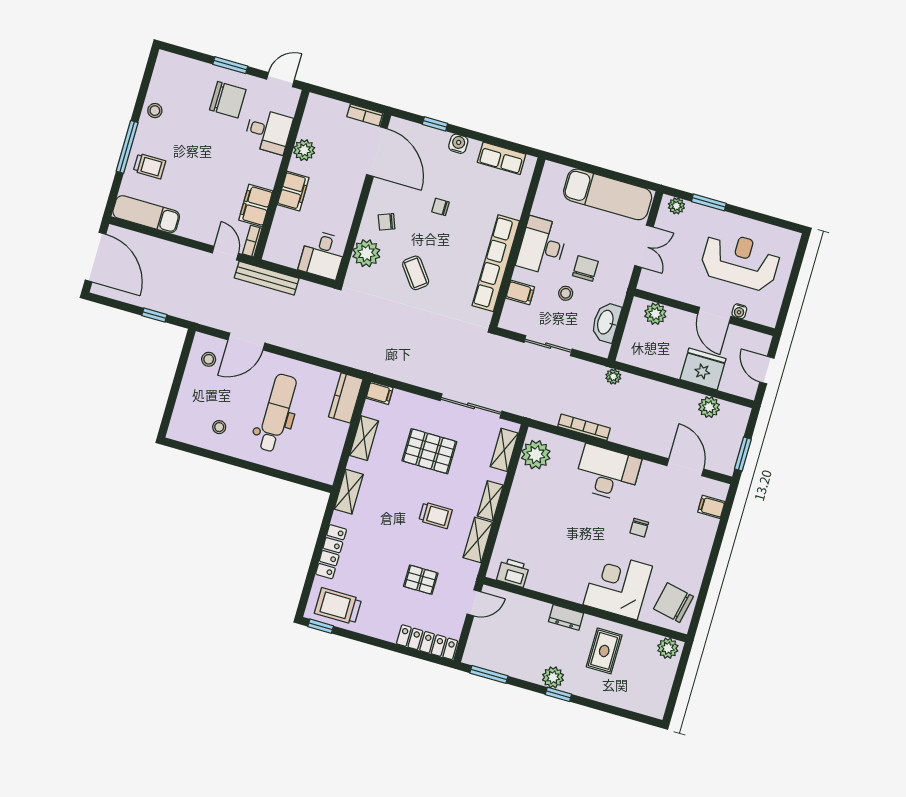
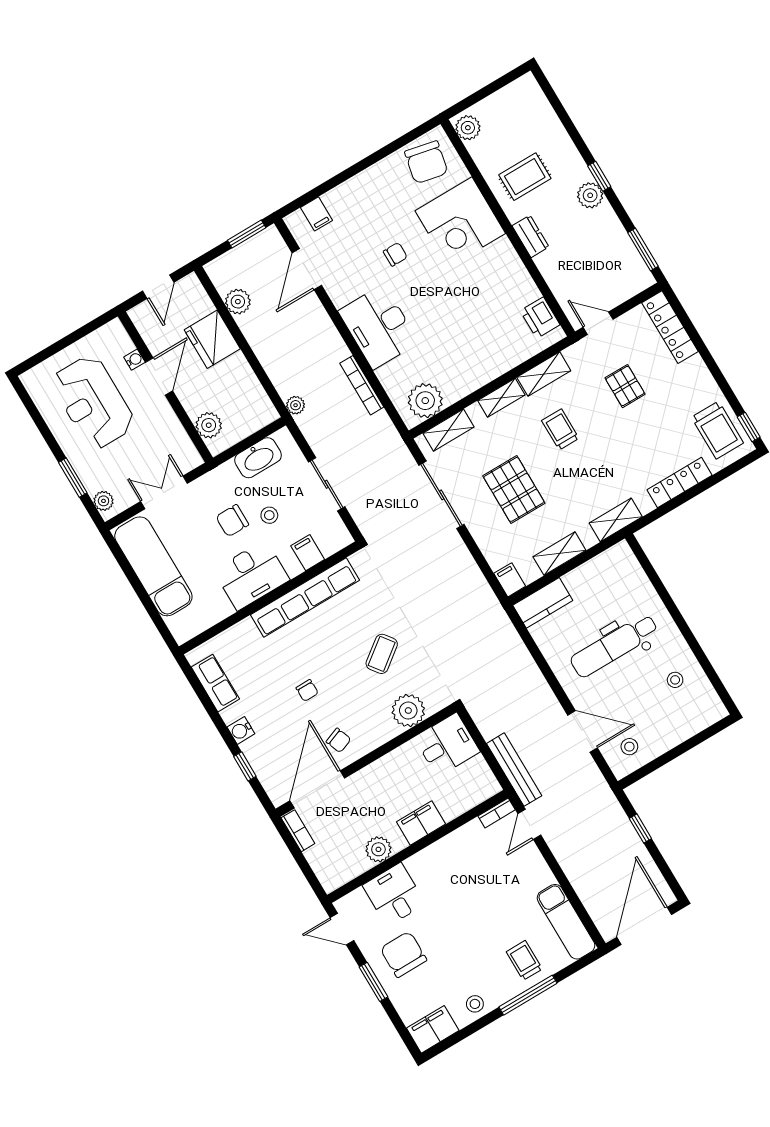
filing cabinet: (256, 206) -> (433, 1029), moved, turned 180
chair: (387, 222) -> (338, 740), moved

